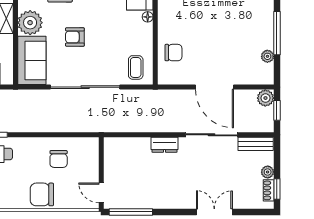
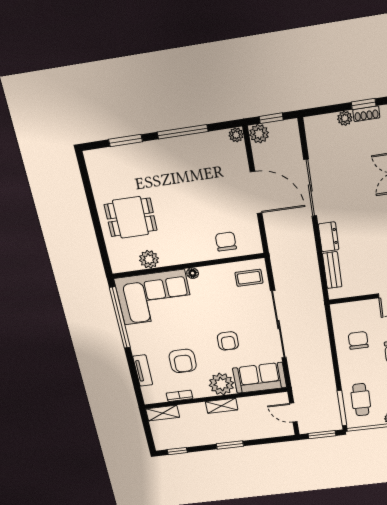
plant: (267, 56) -> (236, 135), moved
door: (215, 87) -> (256, 192), hinge flipped
bench: (256, 144) -> (332, 270), moved
chair: (59, 159) -> (358, 340), turned -90

